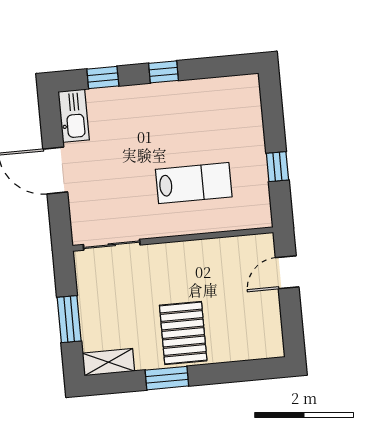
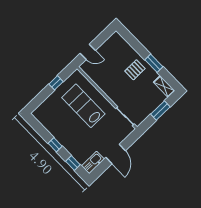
lab bench: (194, 183) -> (83, 106), width x1.36, depth x1.39
pallet: (183, 333) -> (135, 70), width x0.67, depth x0.71

